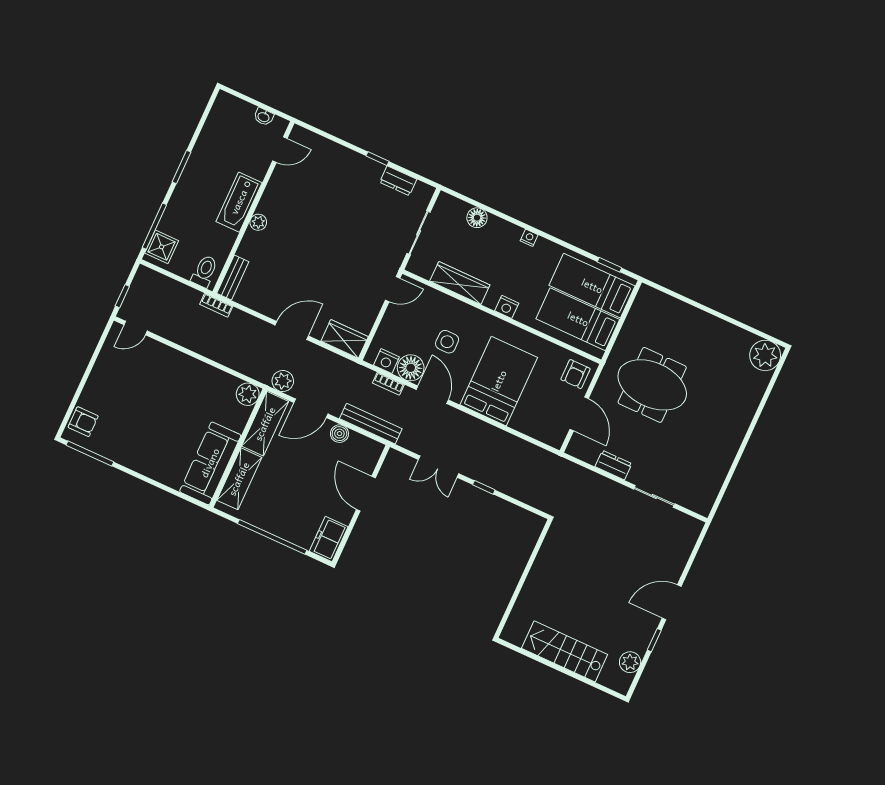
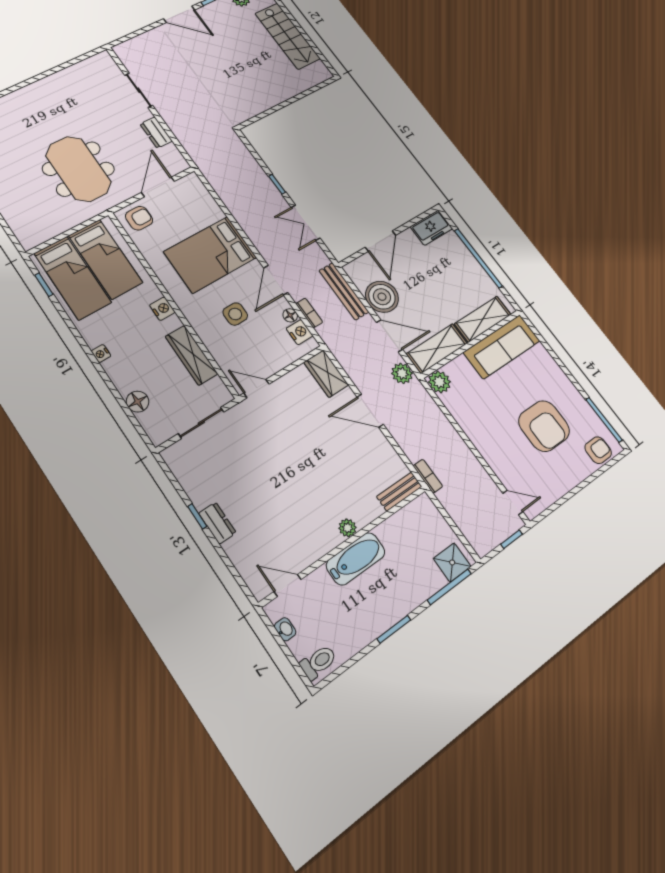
dresser: (398, 181) -> (217, 523), moved
toilet: (205, 271) -> (318, 662), moved, turned 180
floor lamp: (411, 368) -> (290, 315), width x0.53, depth x0.53
armchair: (140, 413) -> (544, 426), added
armchair: (83, 422) -> (598, 450), turned 90
boiler: (339, 434) -> (382, 297), width x1.86, depth x1.86
double door: (439, 467) -> (306, 223), swing flipped

